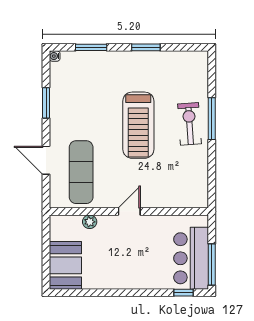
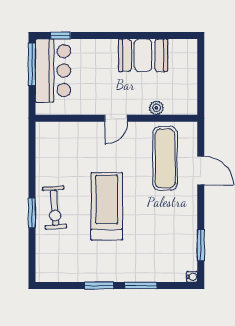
window: (91, 47) -> (141, 286), moved
window: (46, 103) -> (201, 245), moved
window: (212, 119) -> (32, 213), width x0.69
booth: (65, 265) -> (143, 55), moved, turned 90

